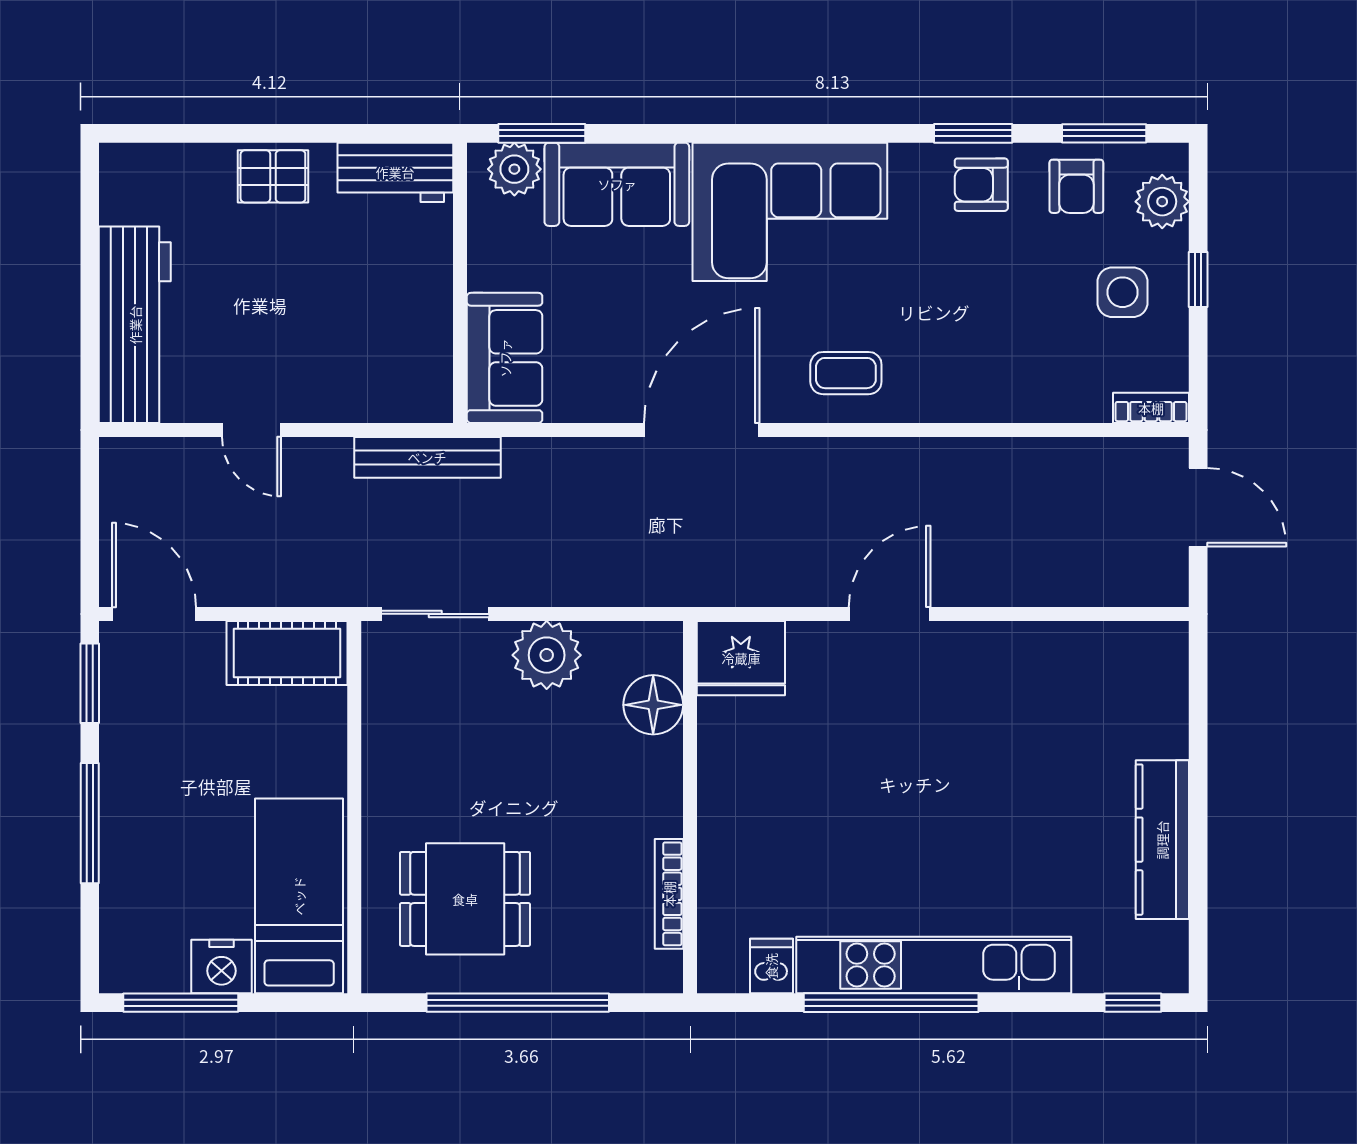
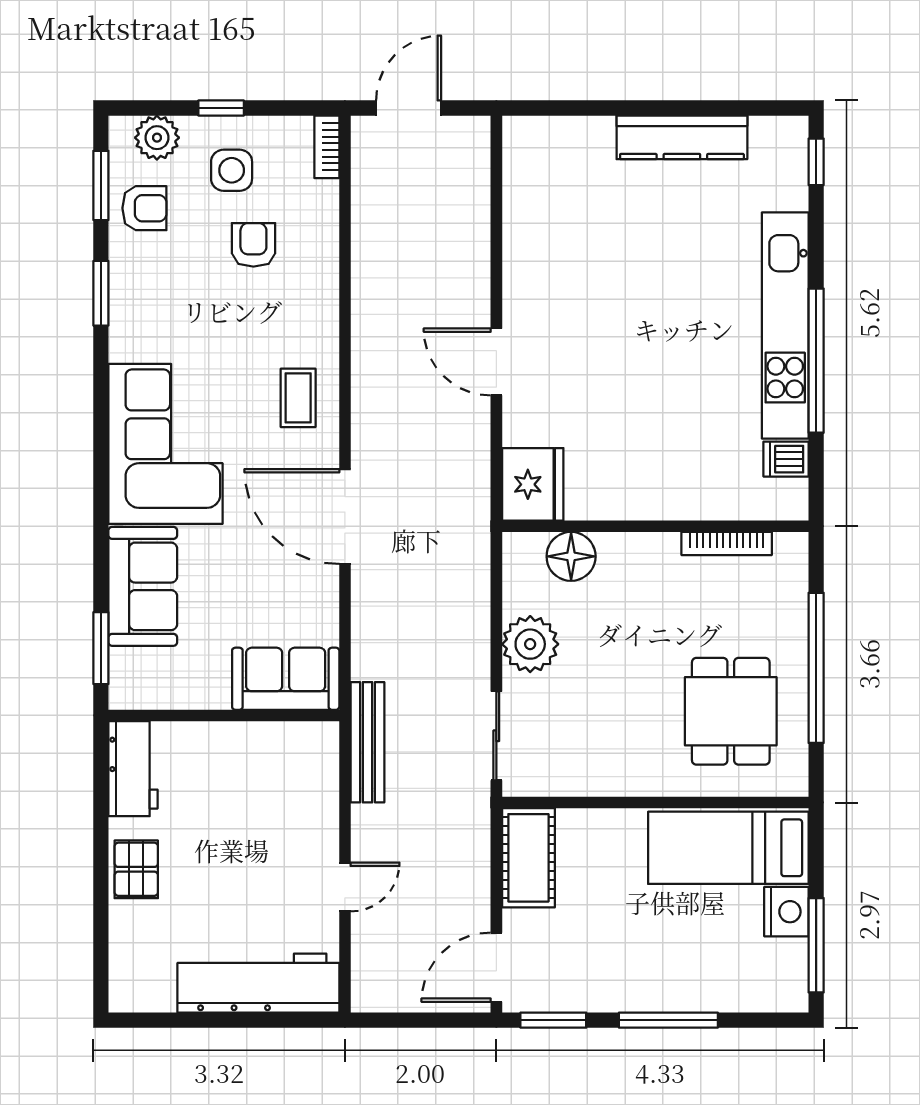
plant: (514, 169) -> (130, 671), removed
armchair: (981, 185) -> (253, 245), moved, turned 180

